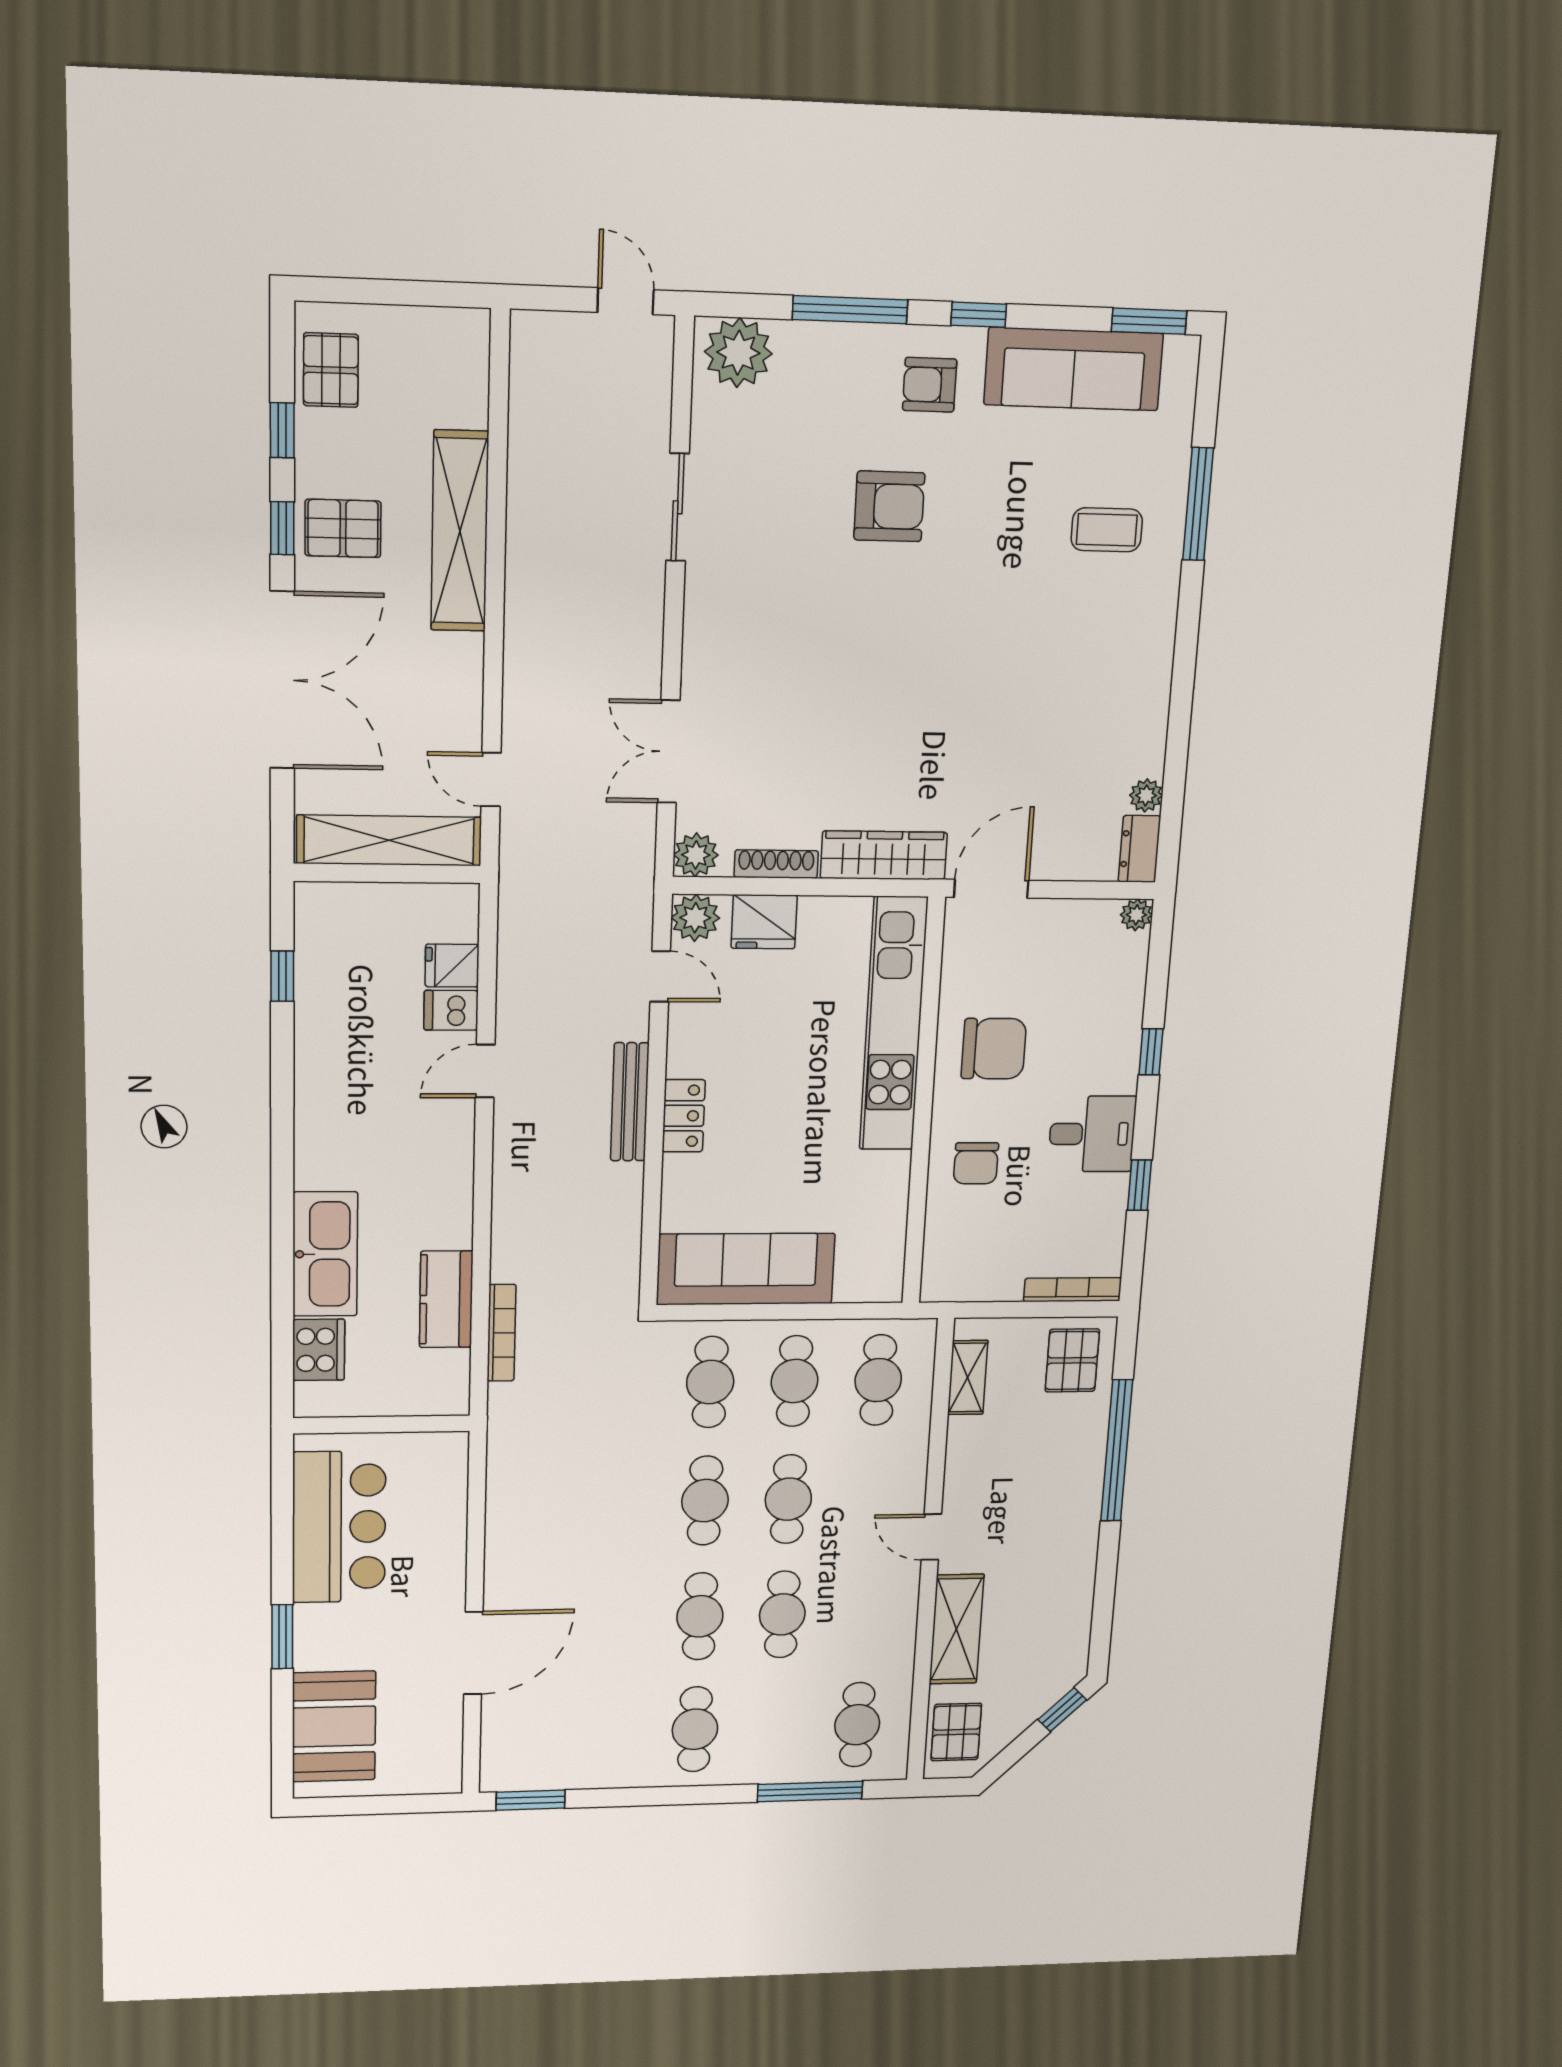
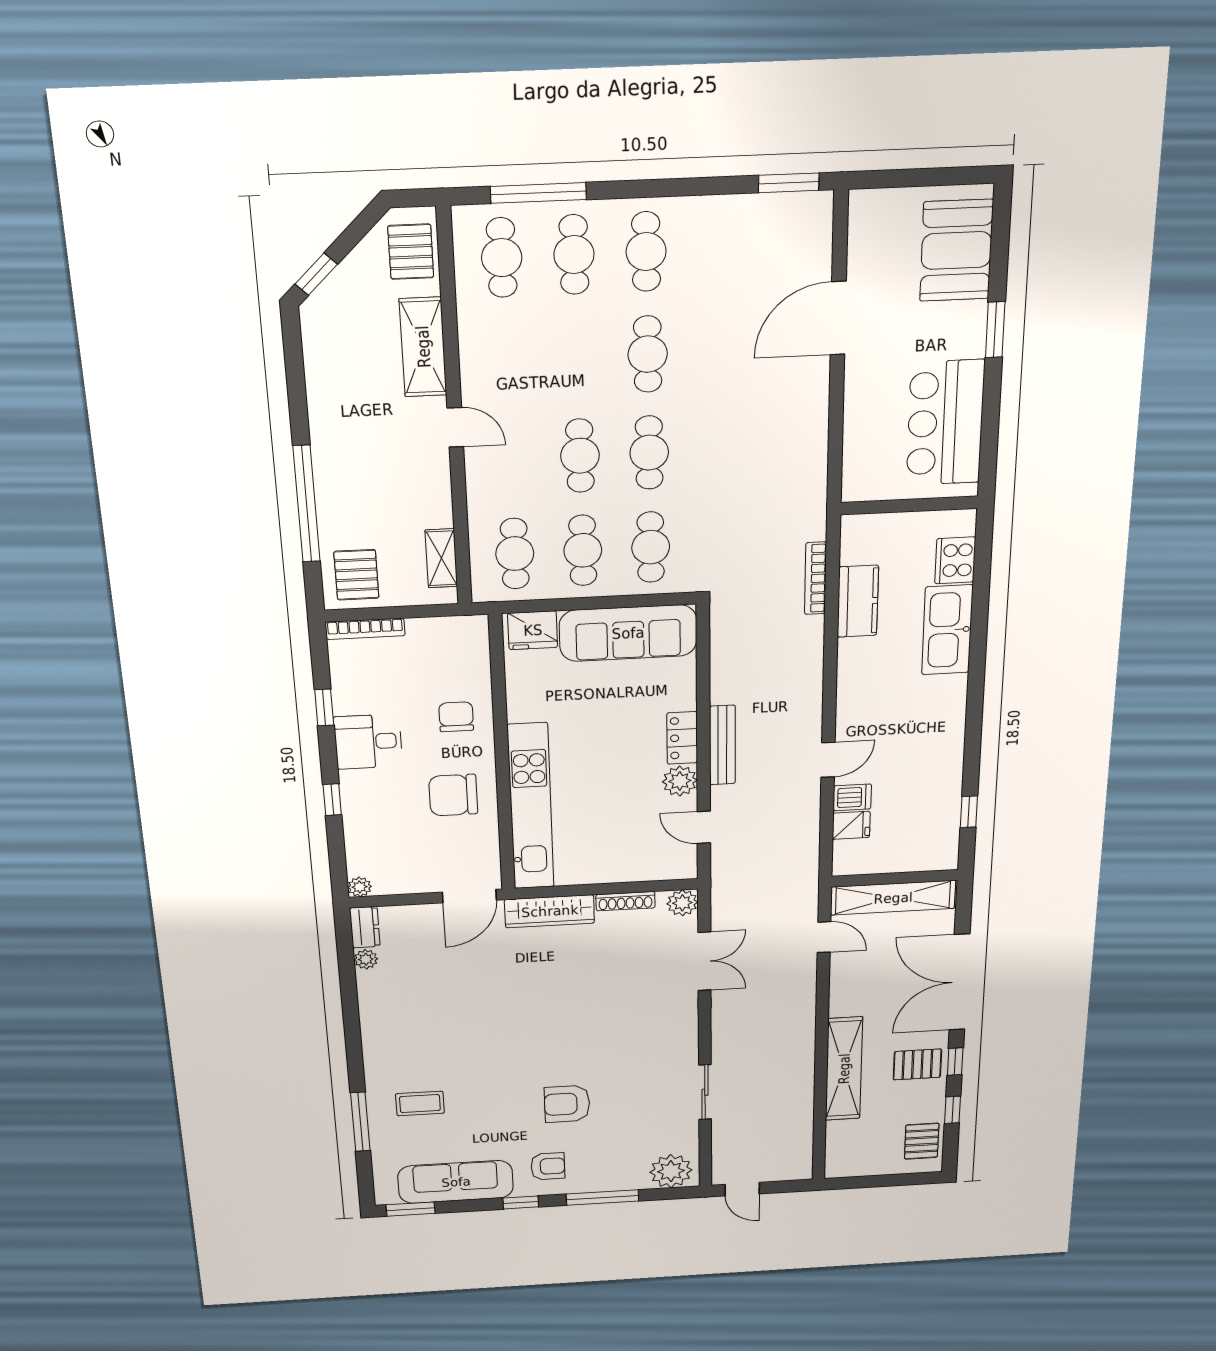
plant: (695, 918) -> (680, 781), moved
fridge: (764, 922) -> (533, 630), moved, turned 180
cafe table: (782, 1614) -> (574, 255), moved

